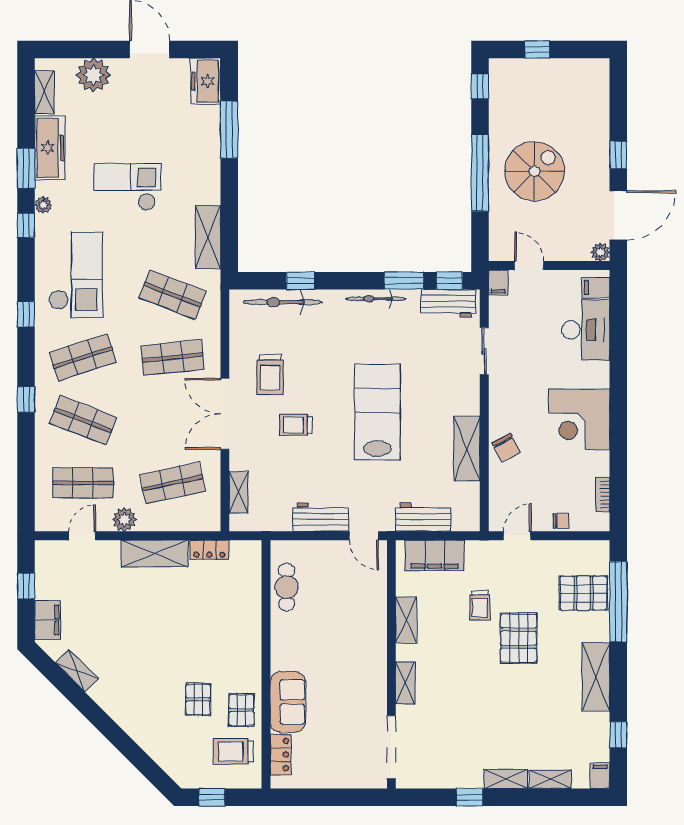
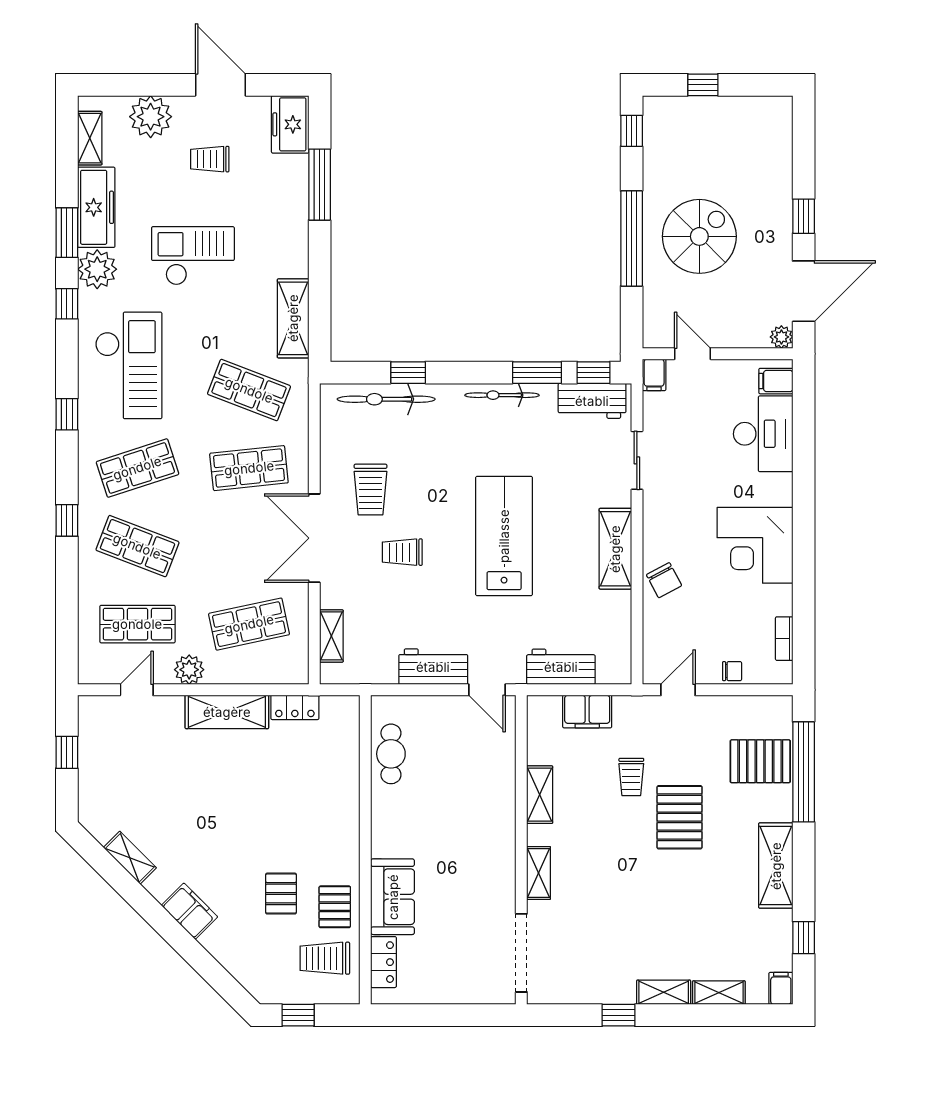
trolley: (141, 109) -> (210, 159), added
plant: (43, 205) -> (97, 269), width x1.87, depth x1.87
shelving: (467, 449) -> (615, 549), moved
filing cabinet: (434, 555) -> (587, 712), width x0.67, depth x0.86
filing cabinet: (48, 620) -> (190, 911), moved, turned -45

